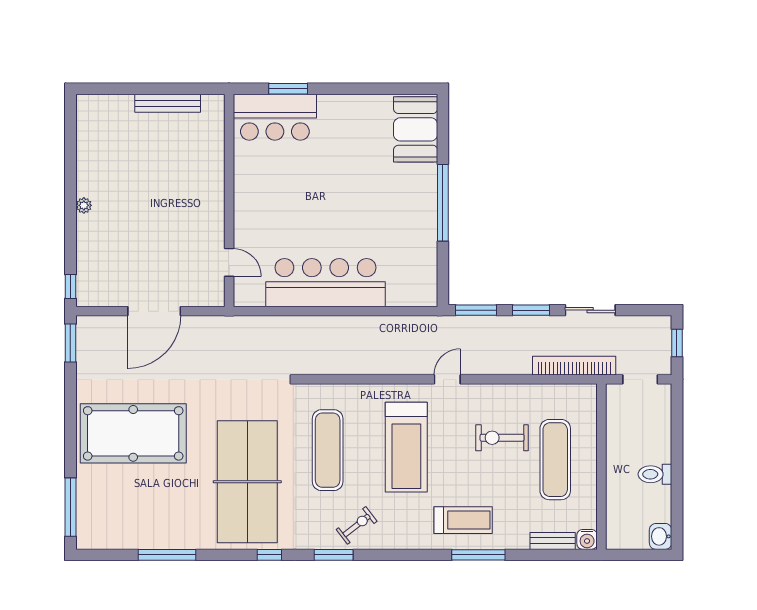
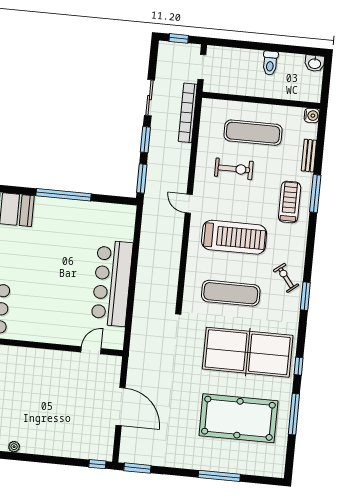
plant: (84, 205) -> (14, 447), moved
pool table: (133, 433) -> (238, 418), moved, turned 90
exercise bike: (502, 438) -> (234, 169), turned -90
window: (70, 507) -> (219, 476), moved
bench: (553, 541) -> (309, 156), moved
window: (269, 555) -> (299, 366), moved

